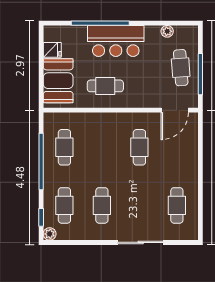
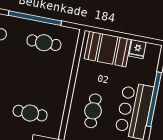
cafe table: (105, 86) -> (93, 111), moved

